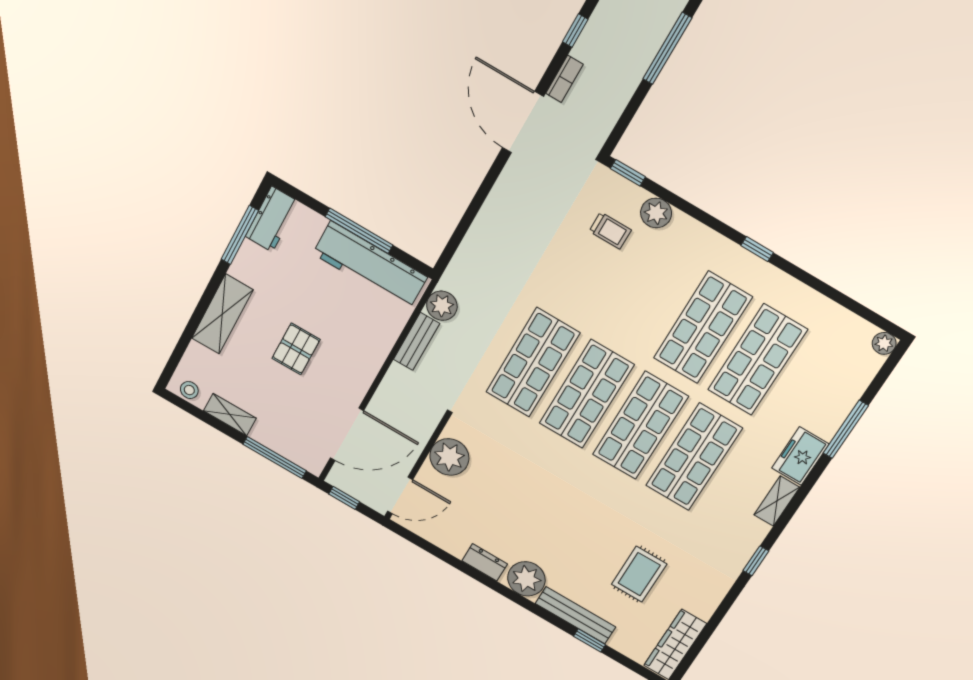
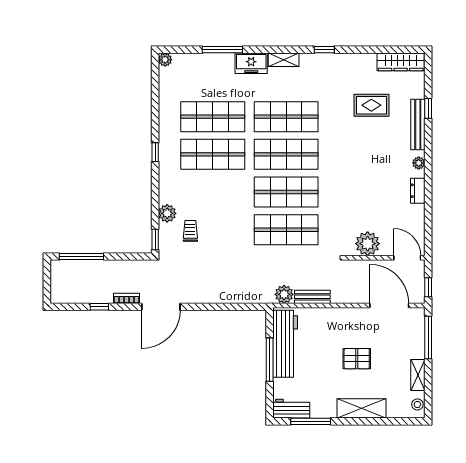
plant: (526, 579) -> (419, 163), width x0.53, depth x0.53

